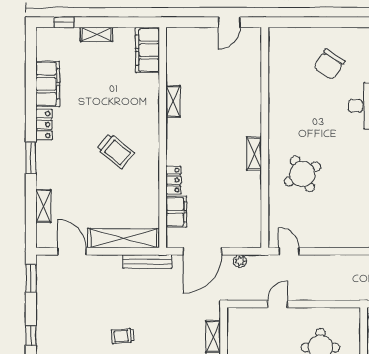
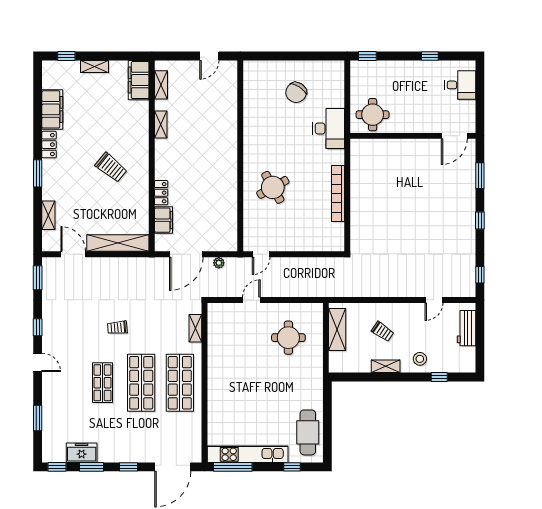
shelving: (254, 154) -> (161, 85), moved
door: (289, 251) -> (261, 254), swing flipped
bench: (147, 261) -> (139, 263), removed

